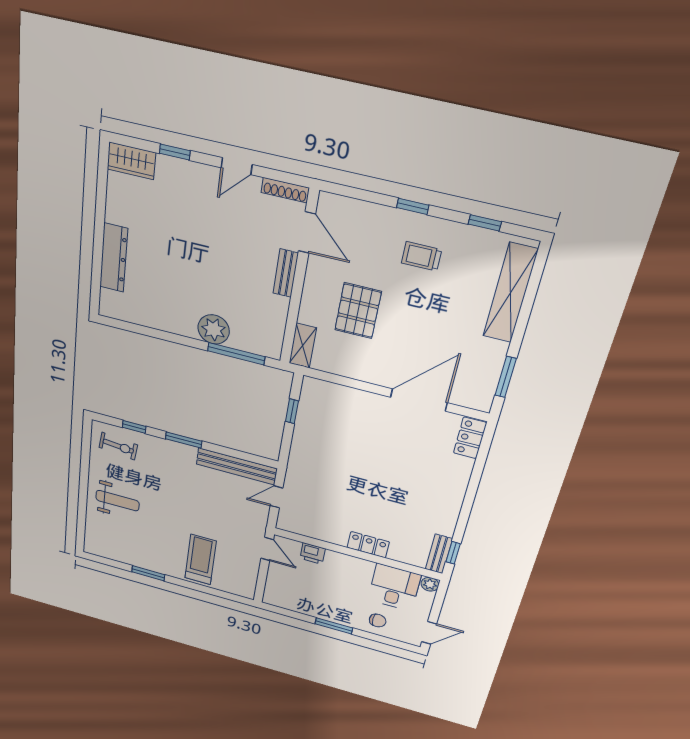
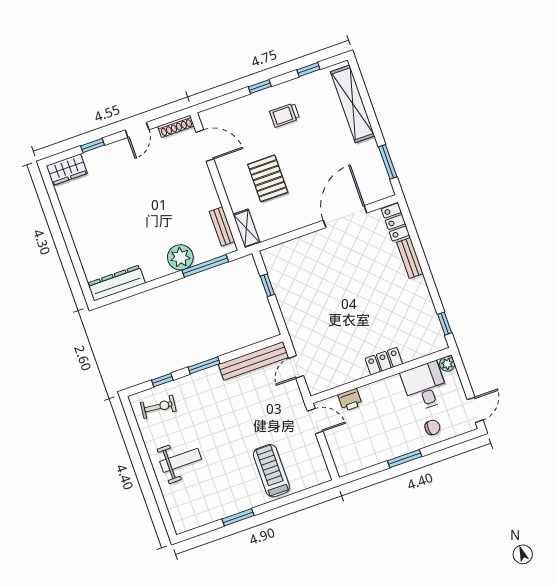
dresser: (114, 258) -> (116, 283), moved, turned -90
bench: (286, 273) -> (222, 226), moved
bench: (439, 554) -> (410, 258), moved

